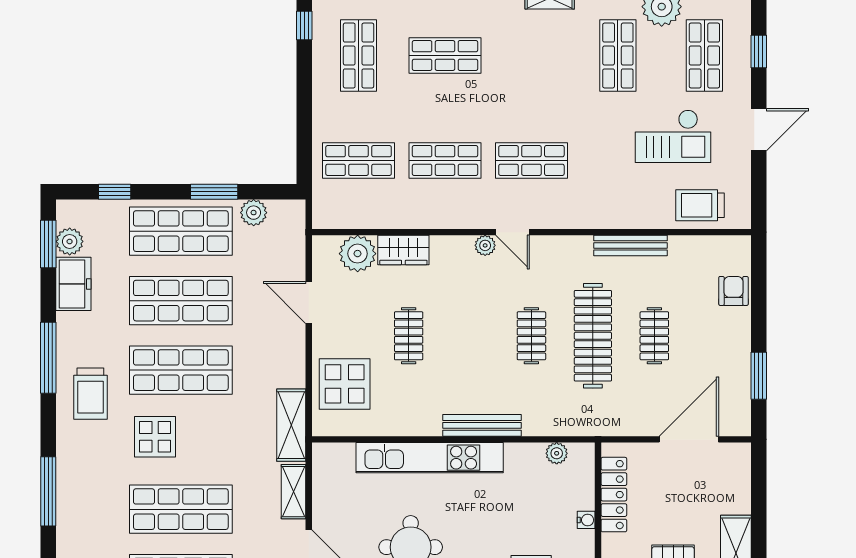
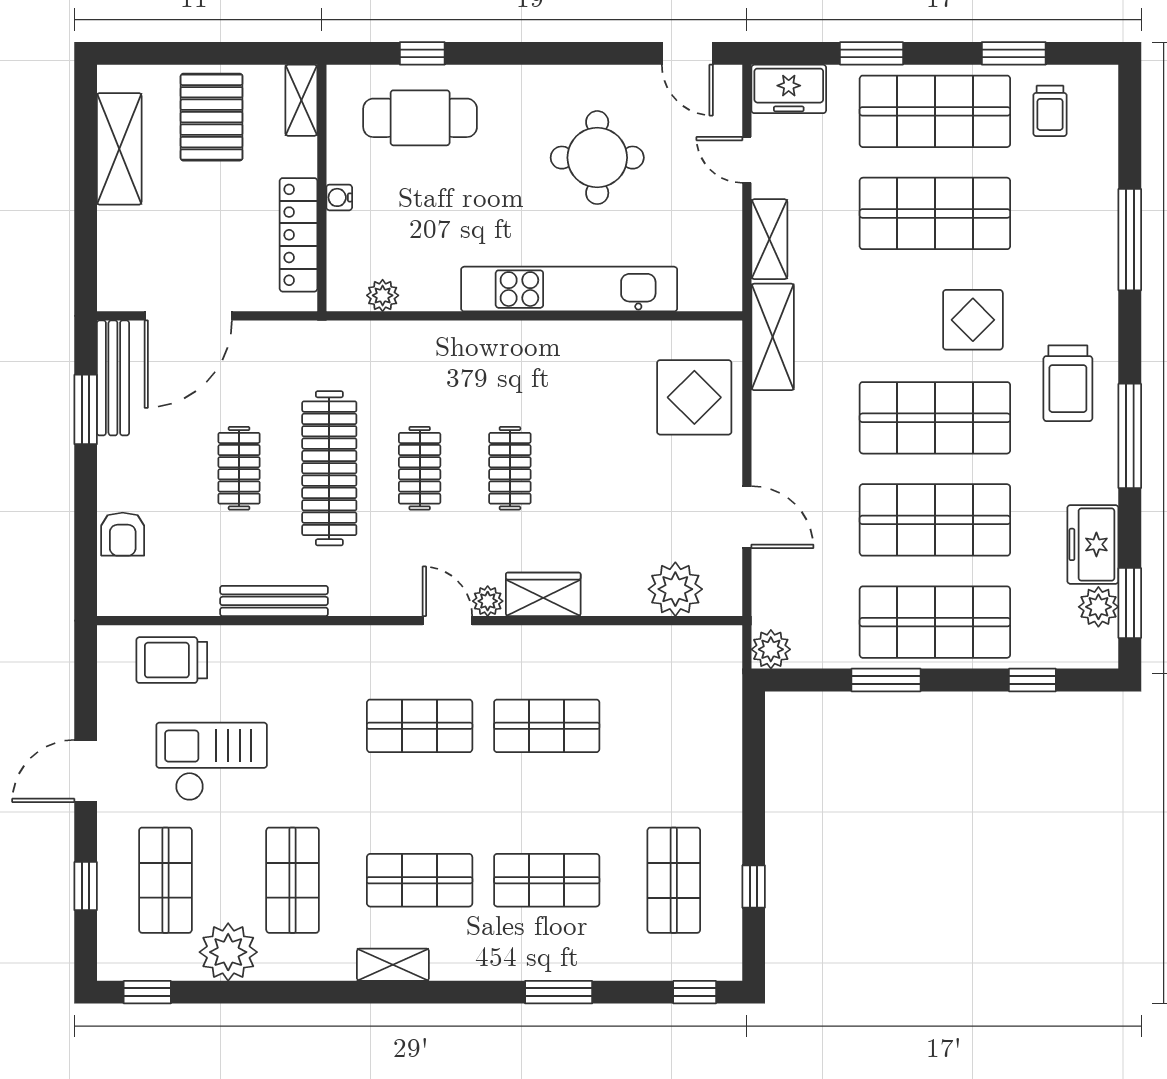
window: (304, 25) -> (754, 886), moved
shop shelf: (359, 161) -> (420, 880), moved
trolley: (700, 205) -> (172, 660), turned 180
plant: (254, 213) -> (771, 649), moved
wardrobe: (403, 250) -> (543, 594), moved
clothes rail: (409, 336) -> (510, 468), moved
trolley: (90, 394) -> (1068, 383), turned 180
bench: (482, 425) -> (113, 378), moved, turned 90

